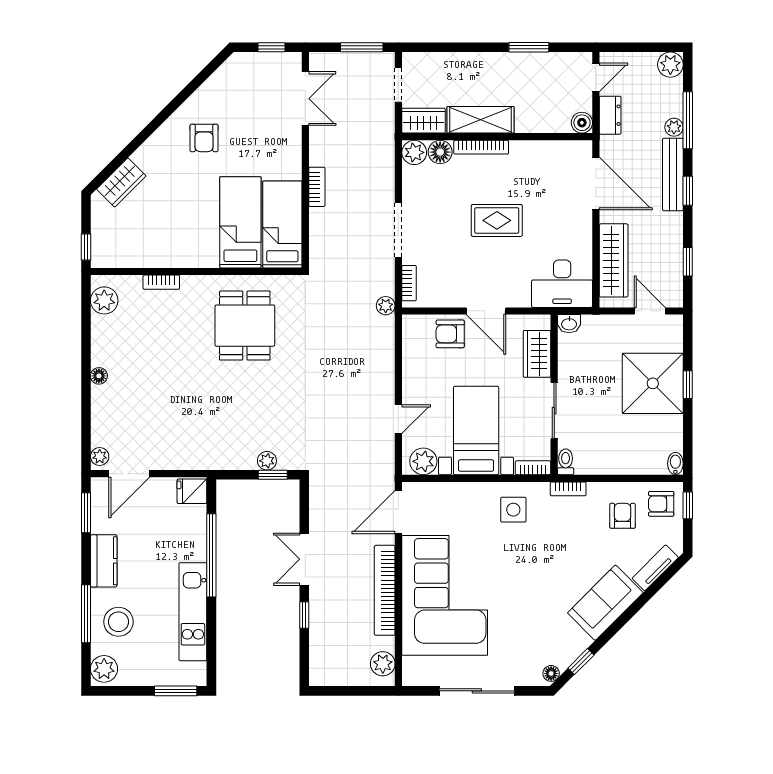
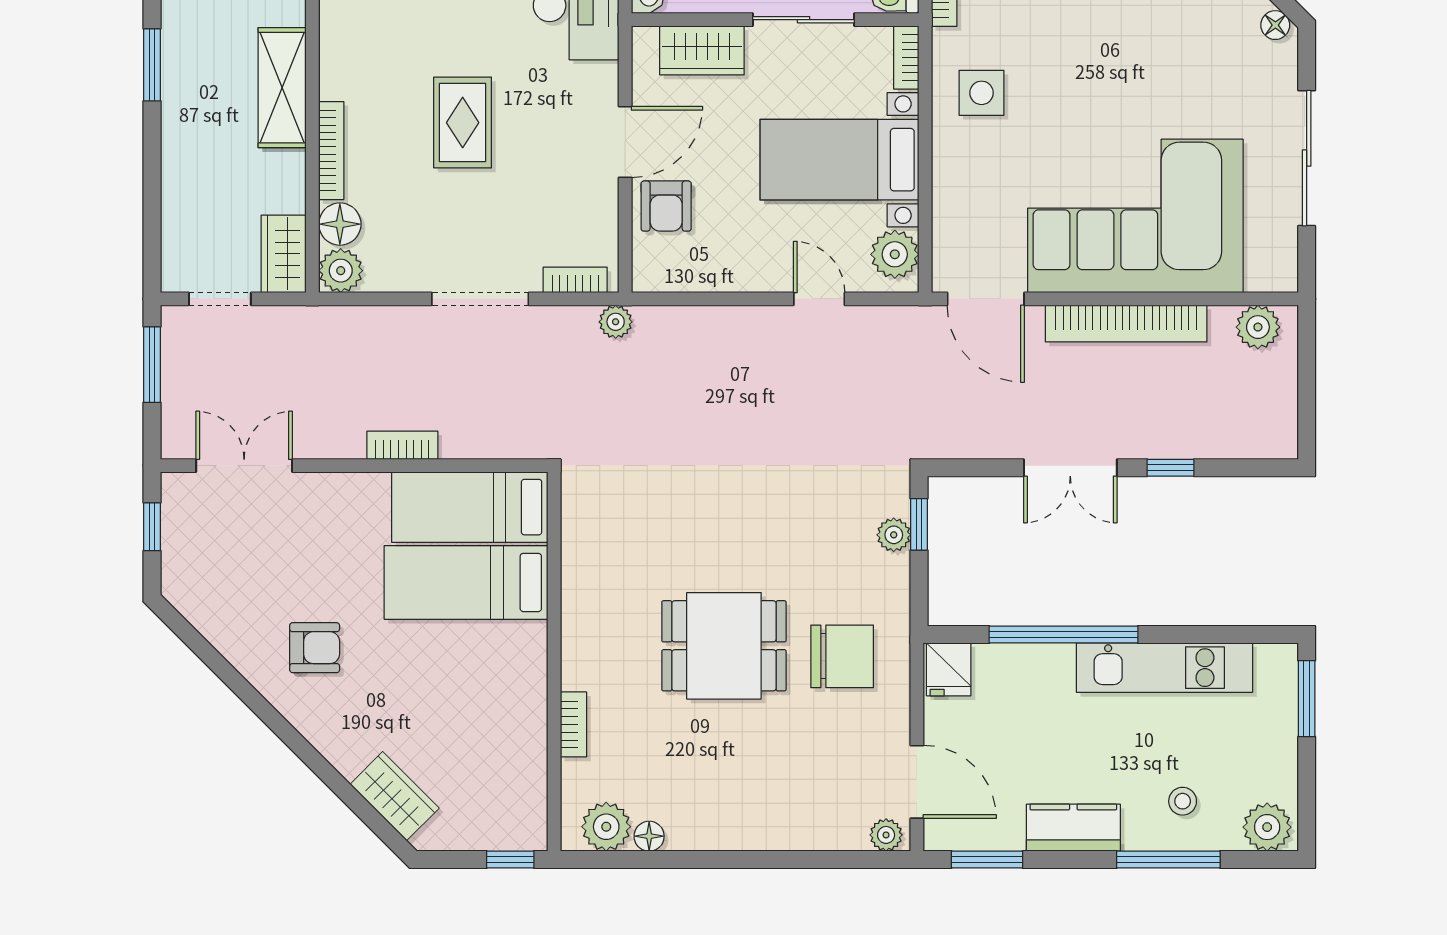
shelving: (480, 120) -> (282, 88), moved
dining table: (245, 326) -> (724, 646), moved
floor lamp: (99, 376) -> (649, 836), moved
chair: (199, 432) -> (842, 656), added
stool: (118, 622) -> (1183, 801), width x0.53, depth x0.53

